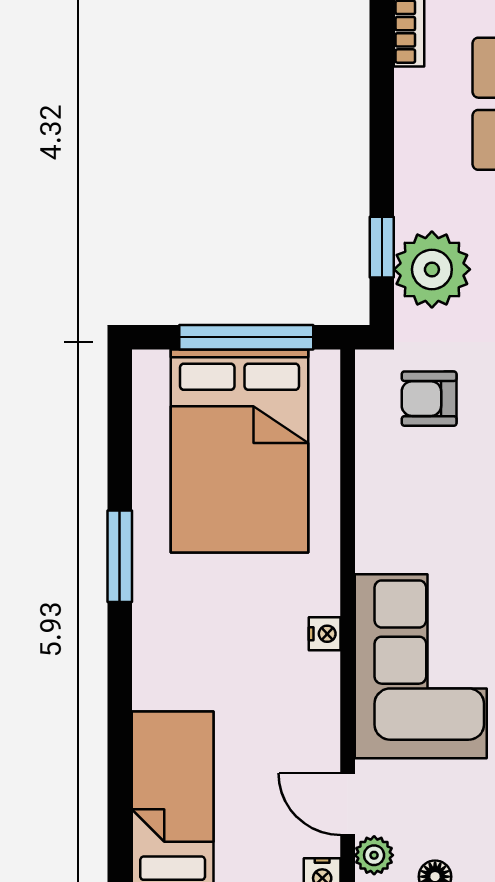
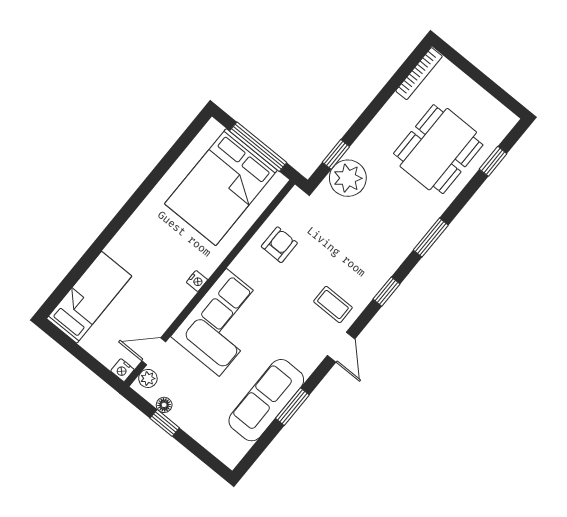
armchair: (429, 399) -> (279, 245), moved, turned 90
window: (120, 556) -> (144, 190), removed
door: (348, 804) -> (154, 351), hinge flipped

